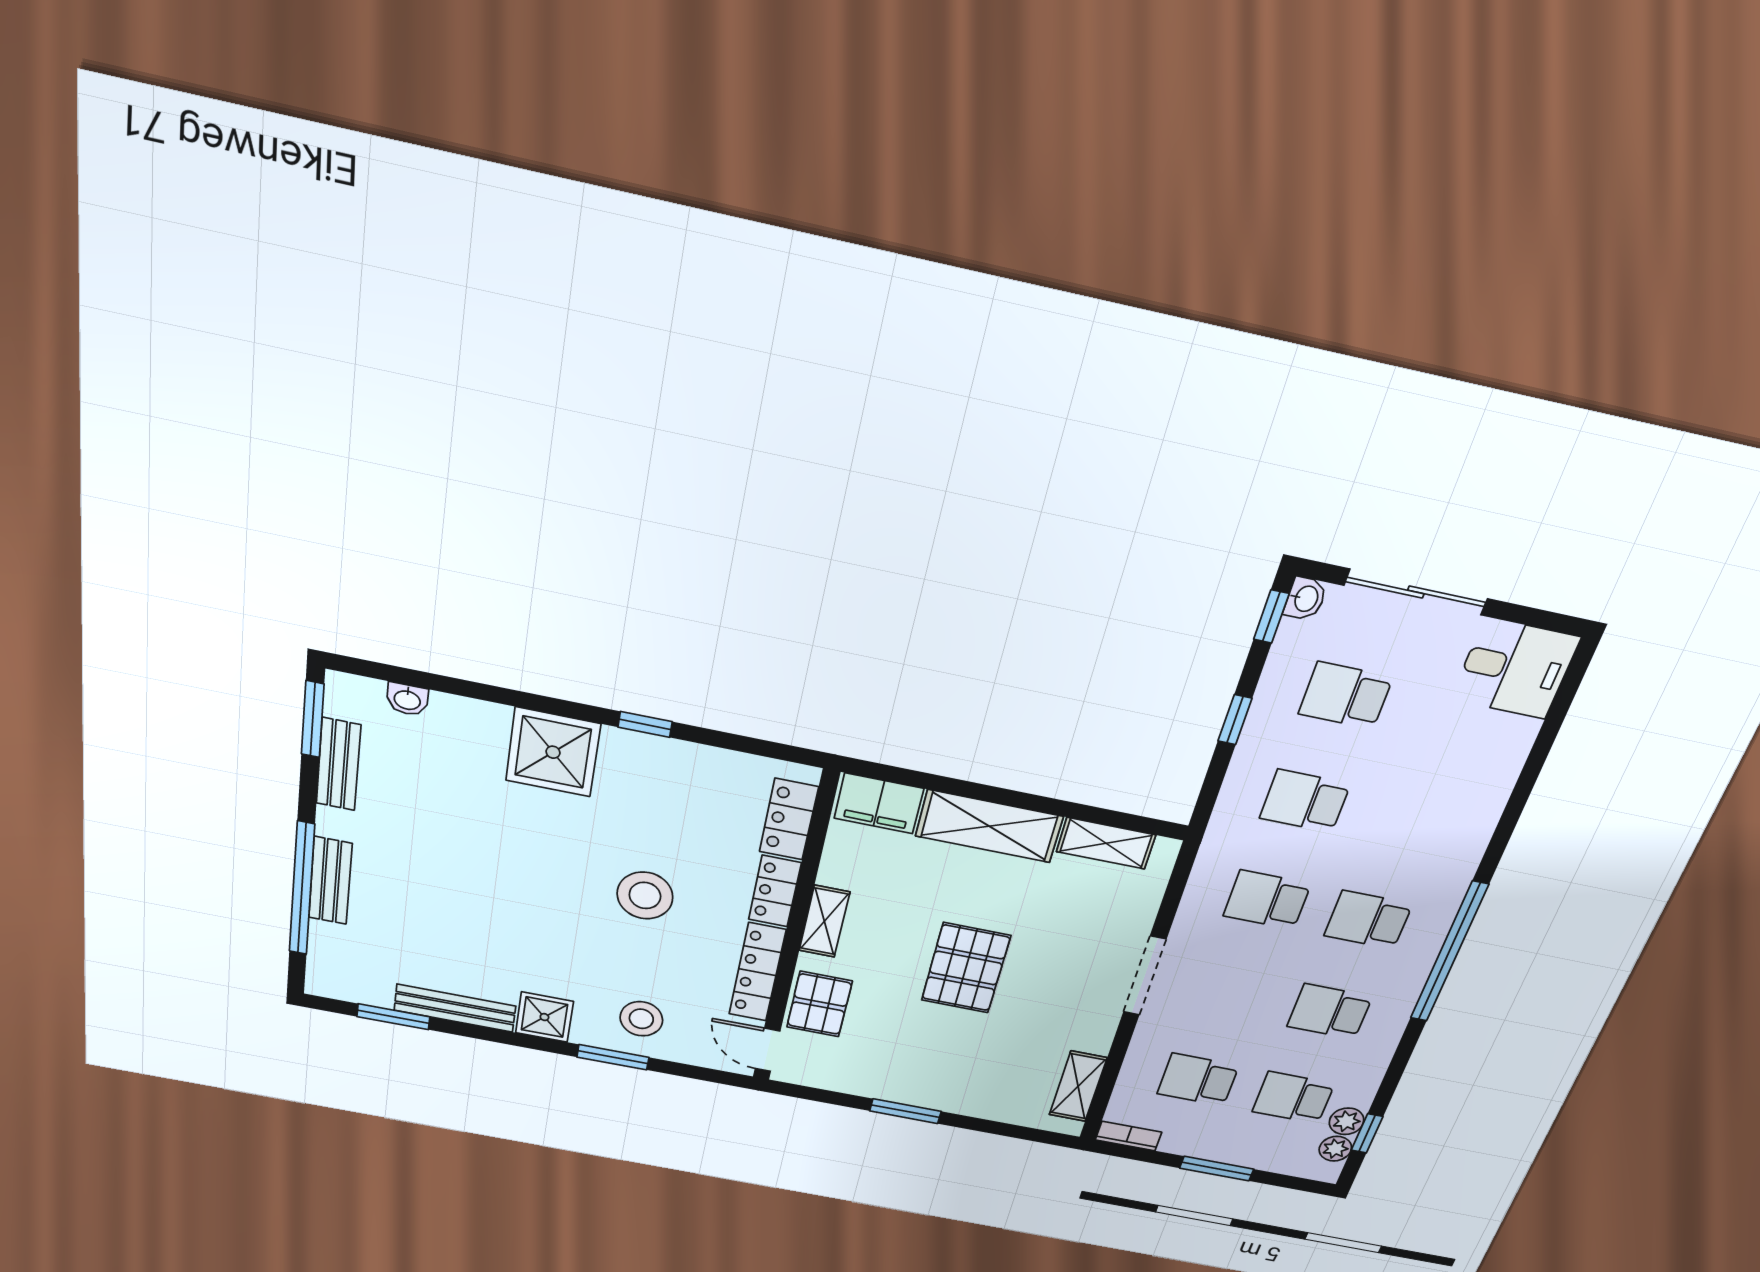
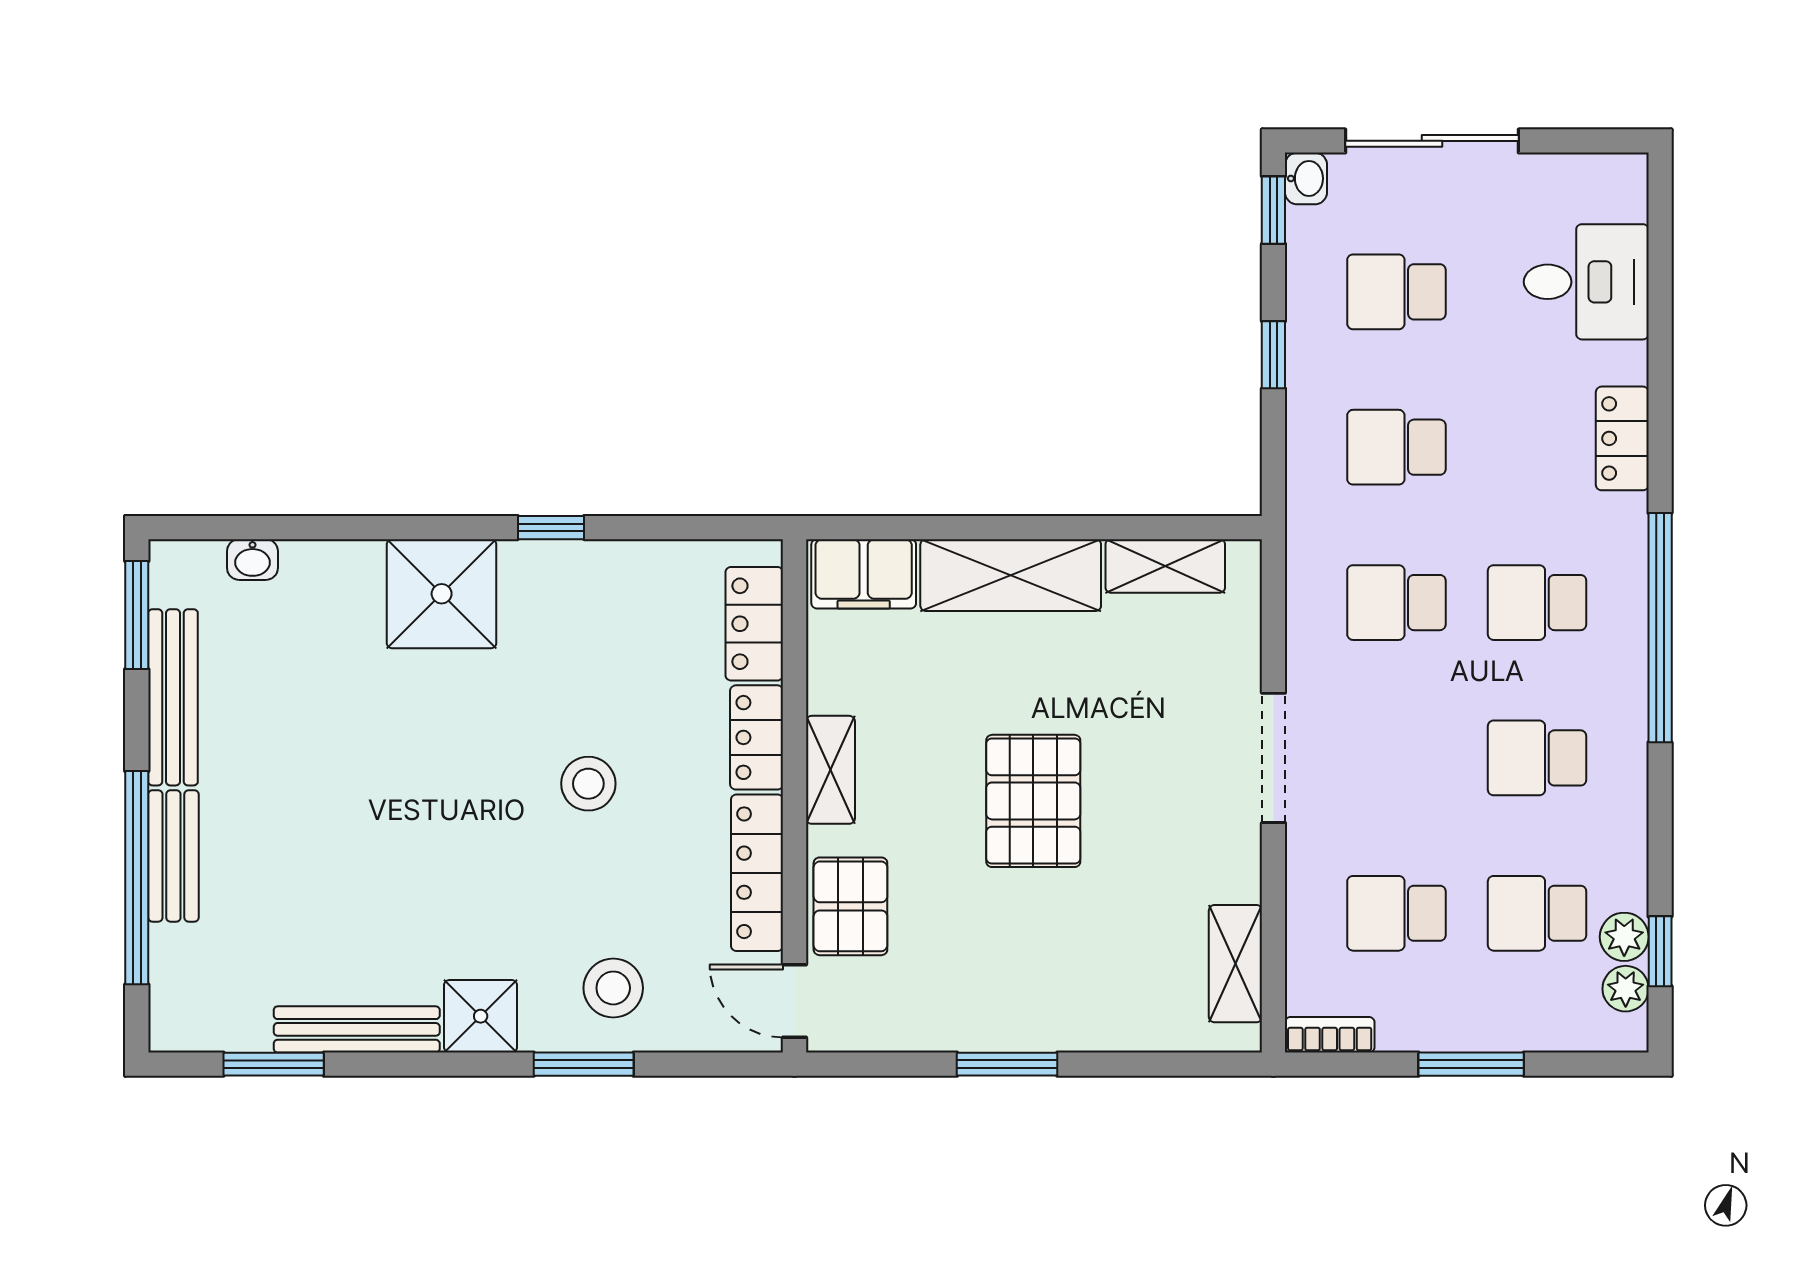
desk: (1515, 668) -> (1586, 282), moved
bench: (338, 764) -> (173, 697), width x1.36
locker: (1474, 829) -> (1622, 438), added
stool: (645, 895) -> (588, 784), width x0.73, depth x0.73

